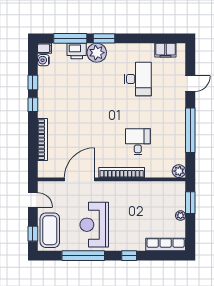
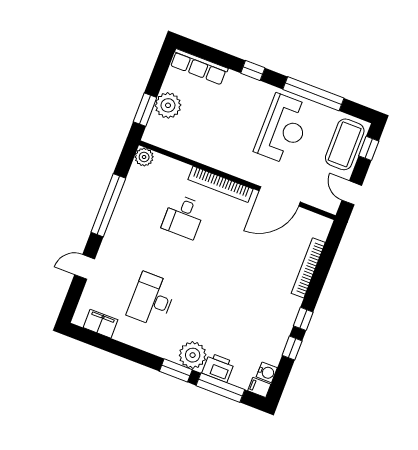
plant: (181, 216) -> (168, 105), width x1.87, depth x1.87

